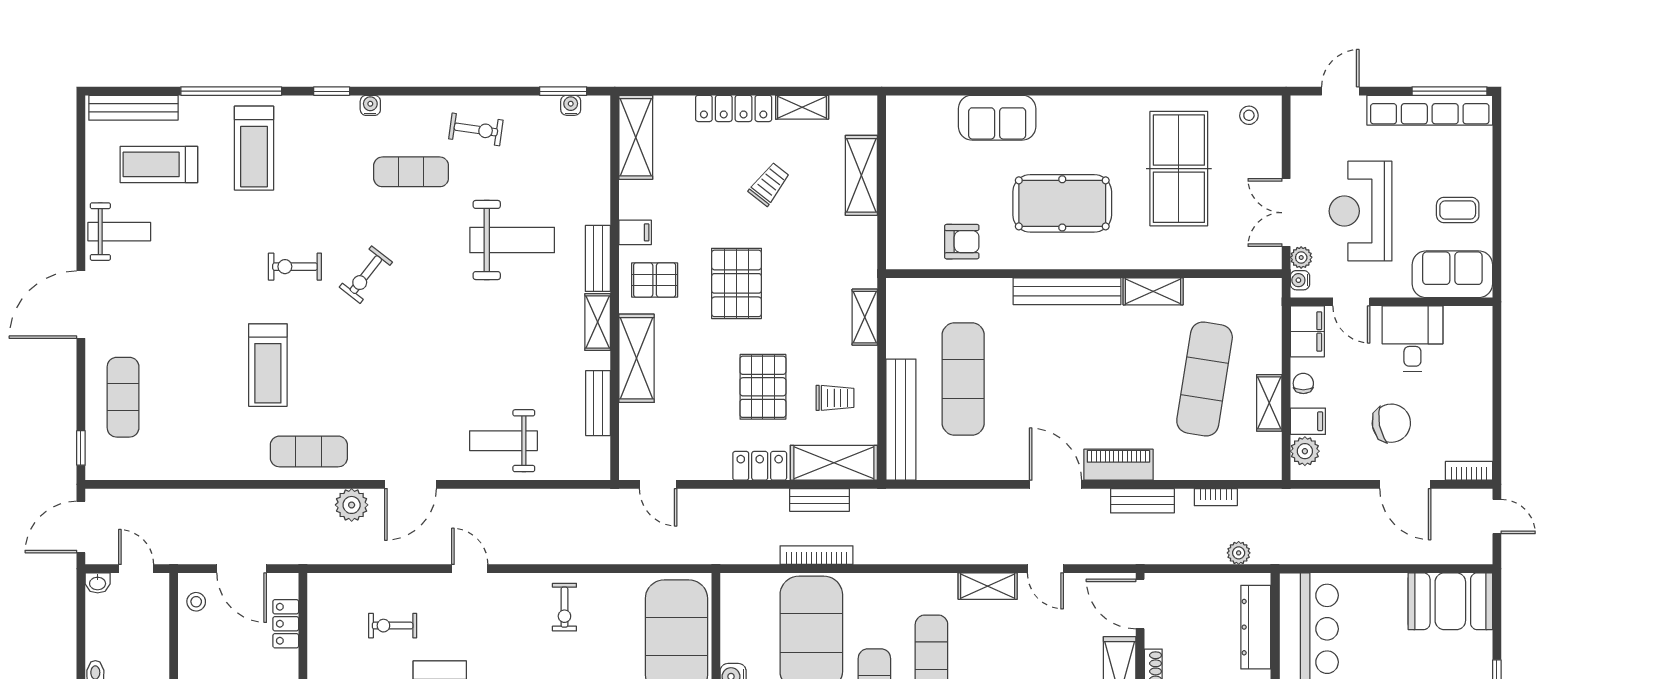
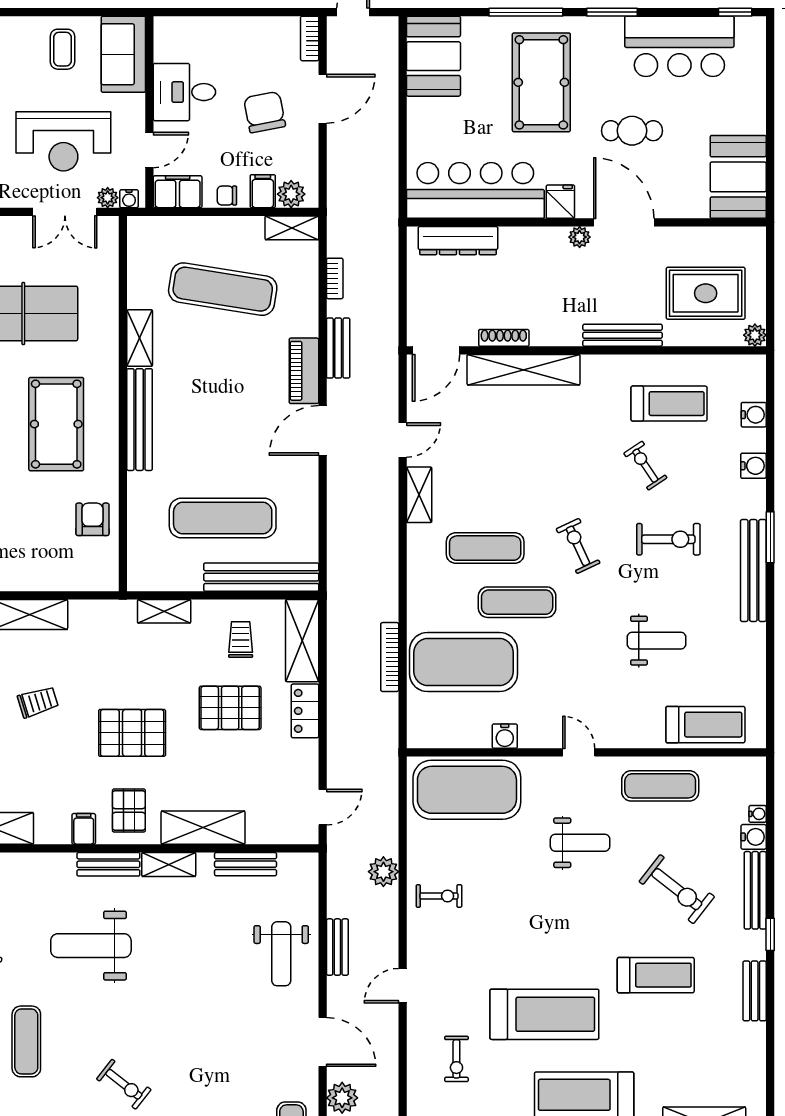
trolley: (769, 184) -> (38, 702), turned 125
weight bench: (512, 240) -> (91, 946), turned -90
shelving: (1269, 403) -> (292, 228), moved
bench: (820, 500) -> (337, 947), moved
plant: (1239, 553) -> (383, 872), moved, width x1.38, depth x1.38

